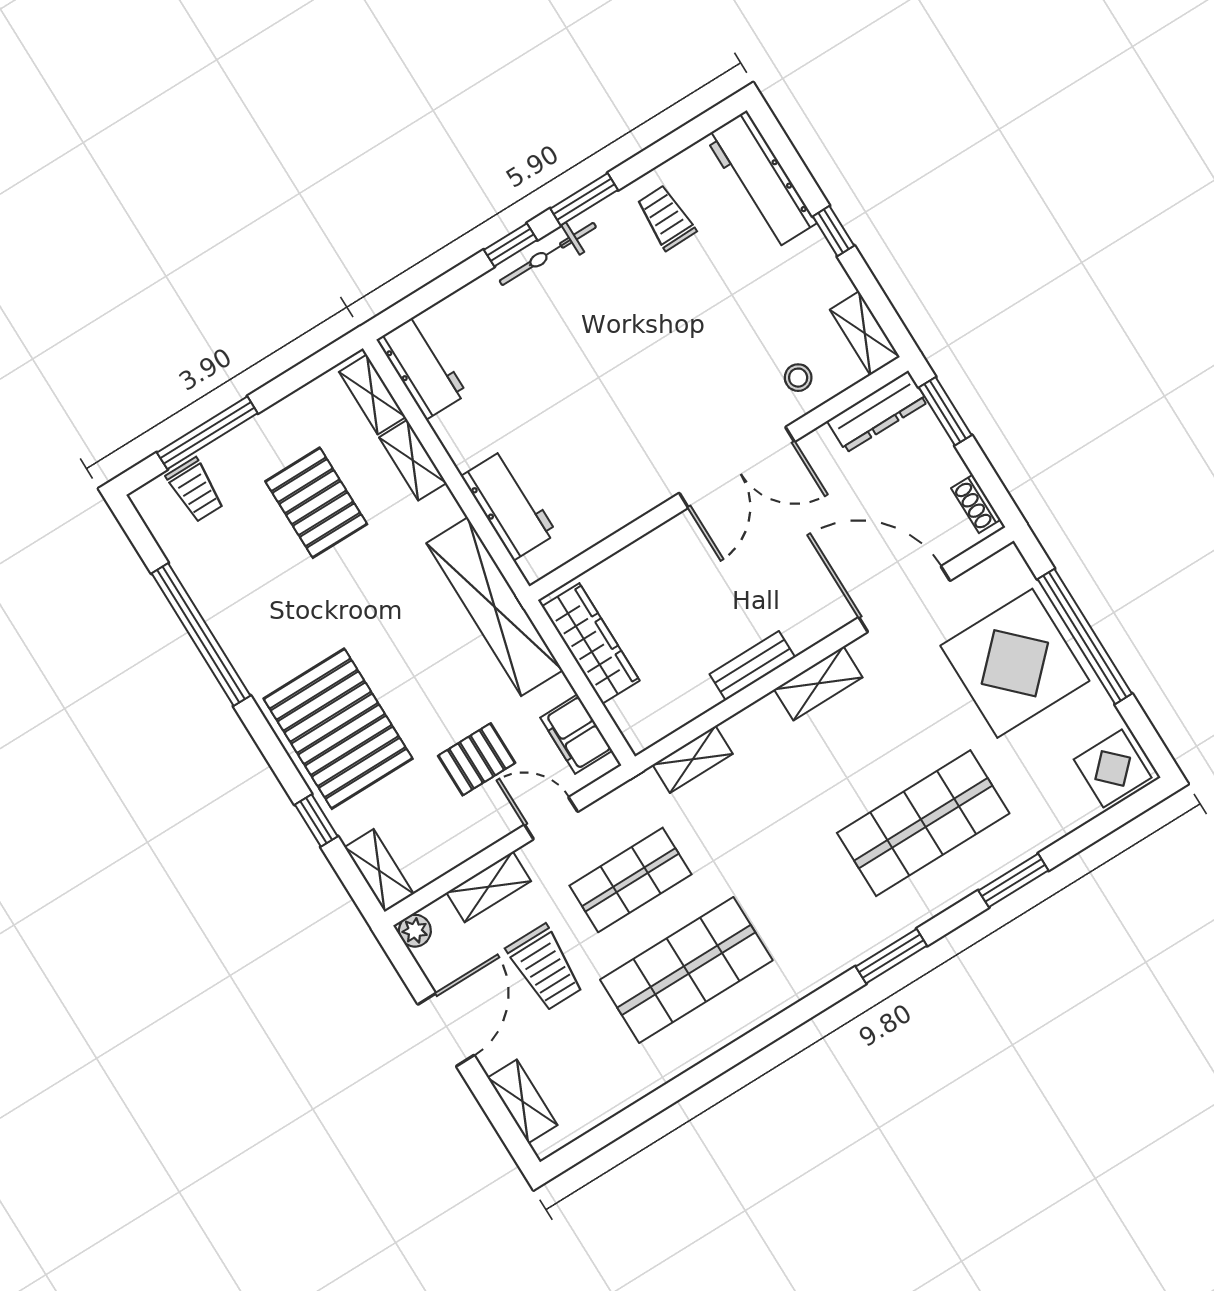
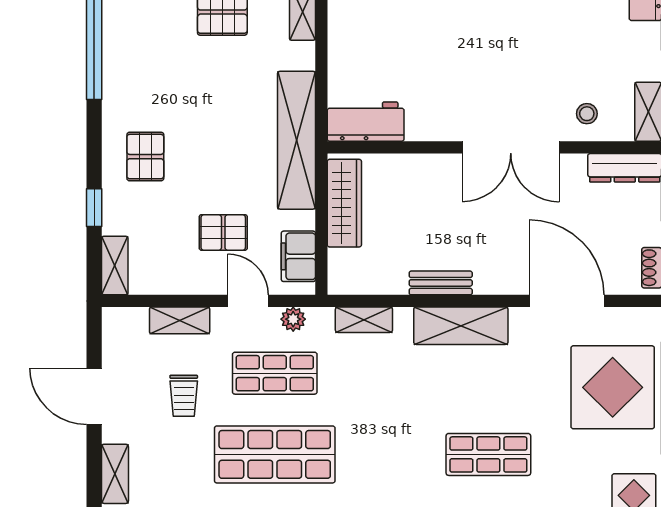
workbench: (509, 505) -> (366, 122), moved, turned -90
shelving: (818, 683) -> (461, 326), width x1.50, depth x1.33
pallet: (338, 729) -> (145, 157), width x0.49, depth x0.50
shop shelf: (923, 823) -> (488, 454), width x0.70, depth x0.74
plant: (415, 931) -> (293, 319), moved
trolley: (545, 967) -> (184, 396), width x0.73, depth x0.72
door: (446, 1030) -> (94, 396), swing flipped

